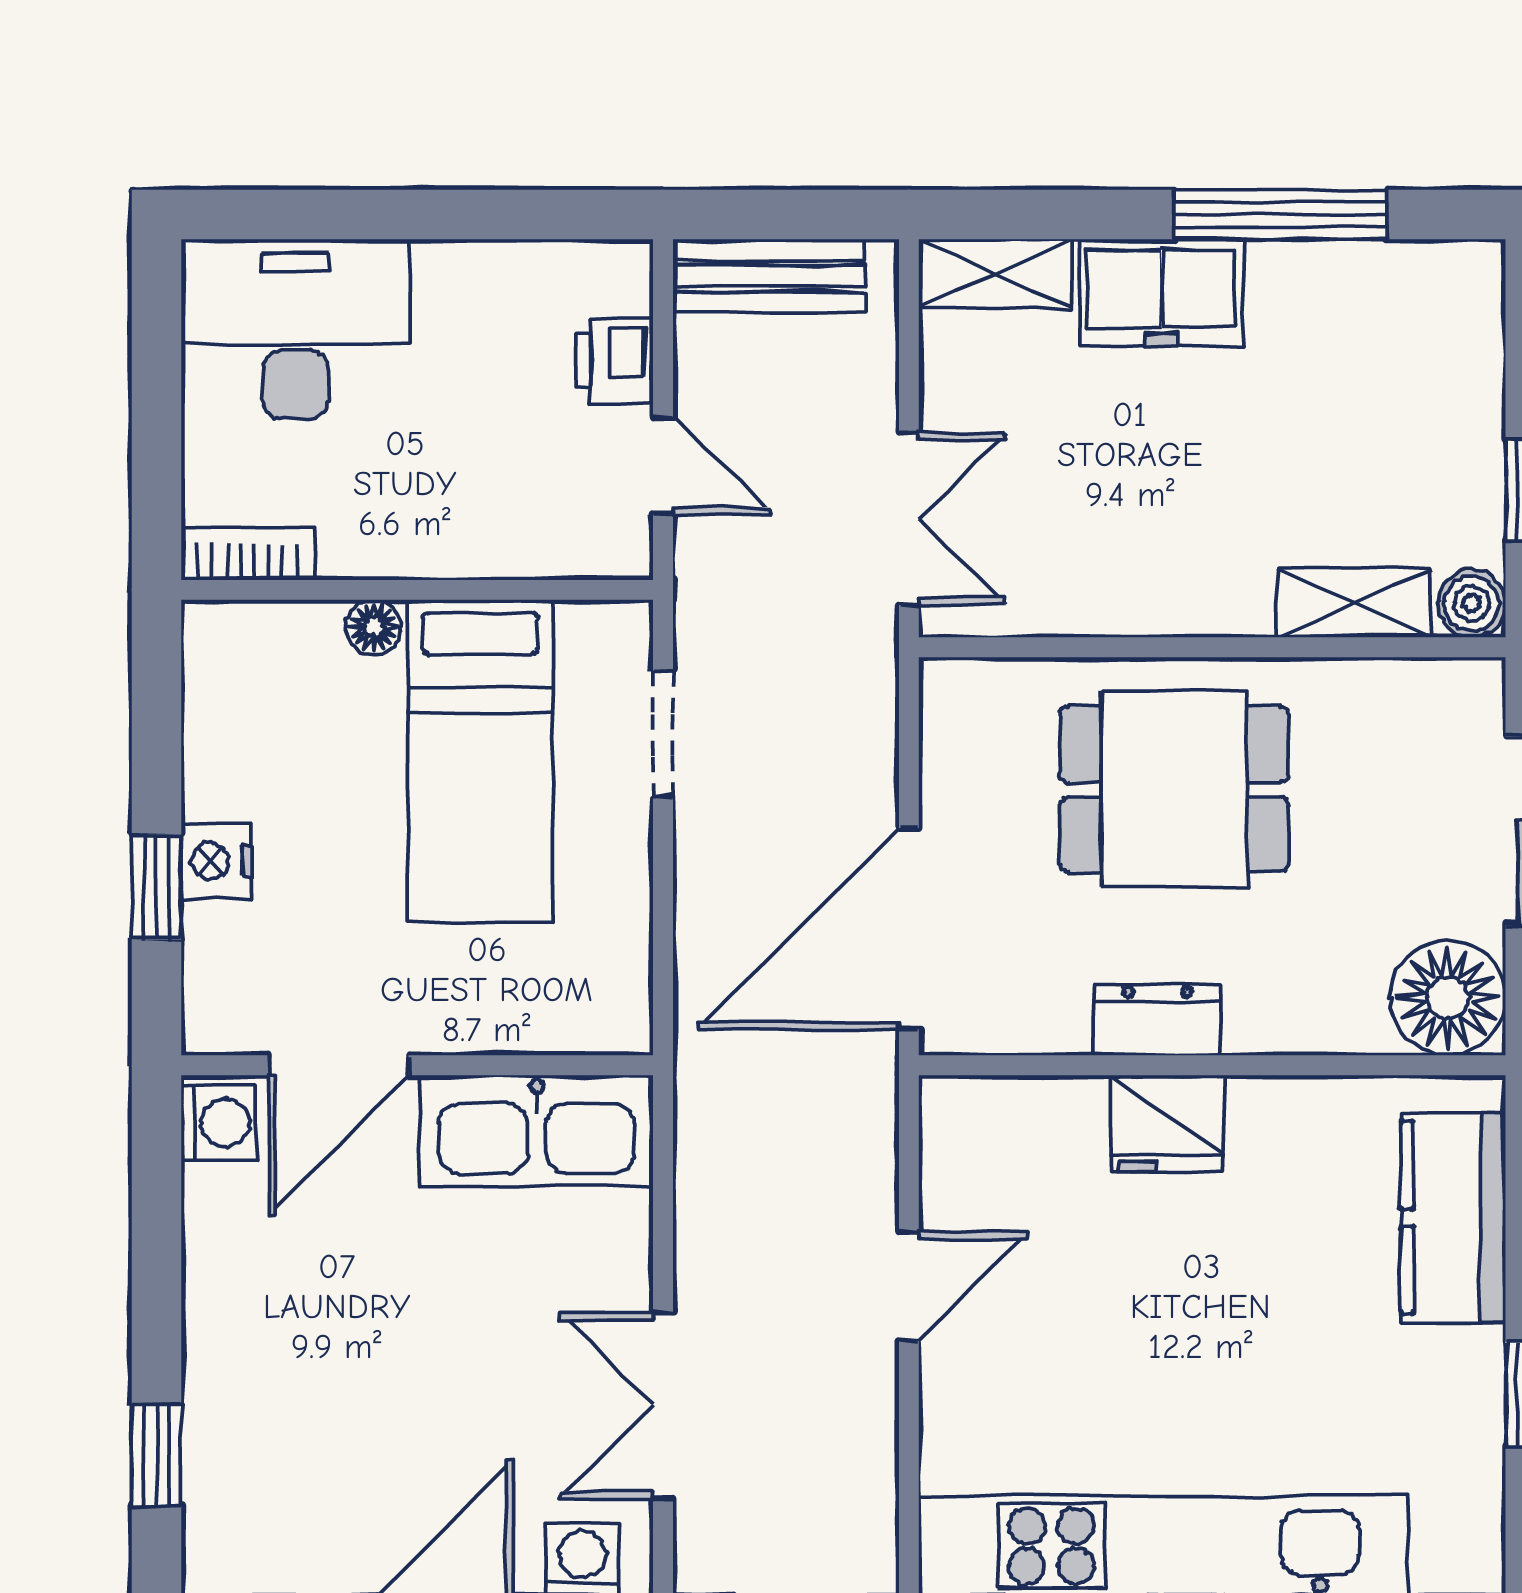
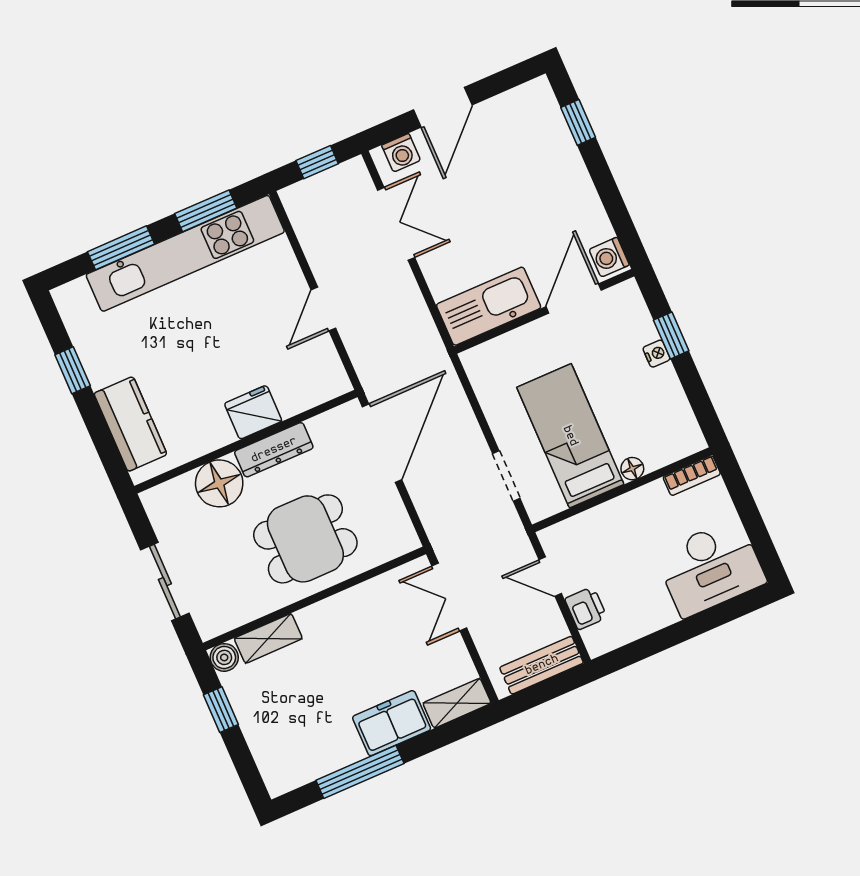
nightstand: (216, 861) -> (656, 354), width x0.72, depth x0.74
floor lamp: (1448, 998) -> (219, 483), moved
dresser: (1157, 1020) -> (274, 450), width x1.44

